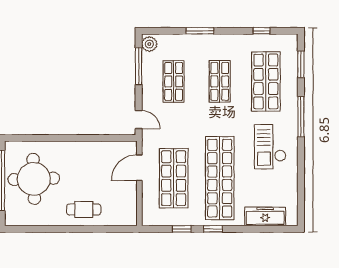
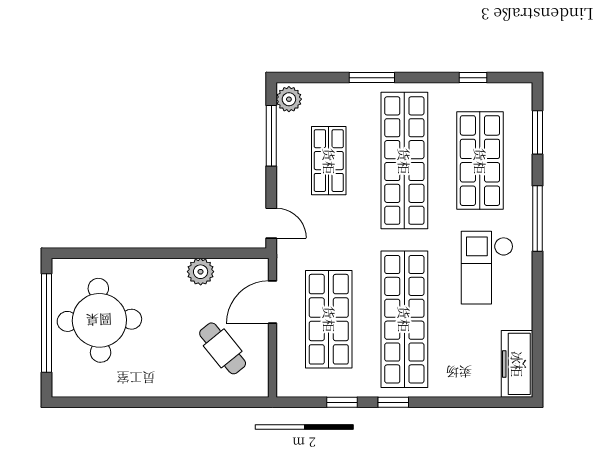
shop shelf: (220, 81) -> (404, 161), width x2.00, depth x1.36
plant: (95, 149) -> (201, 272), added
cafe table: (84, 209) -> (223, 348), moved, turned 51
freezer: (265, 216) -> (517, 364), moved, turned -90

